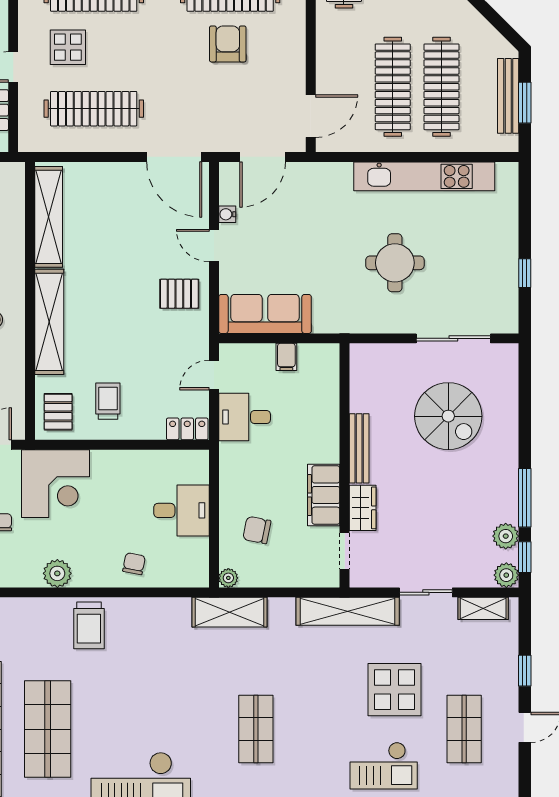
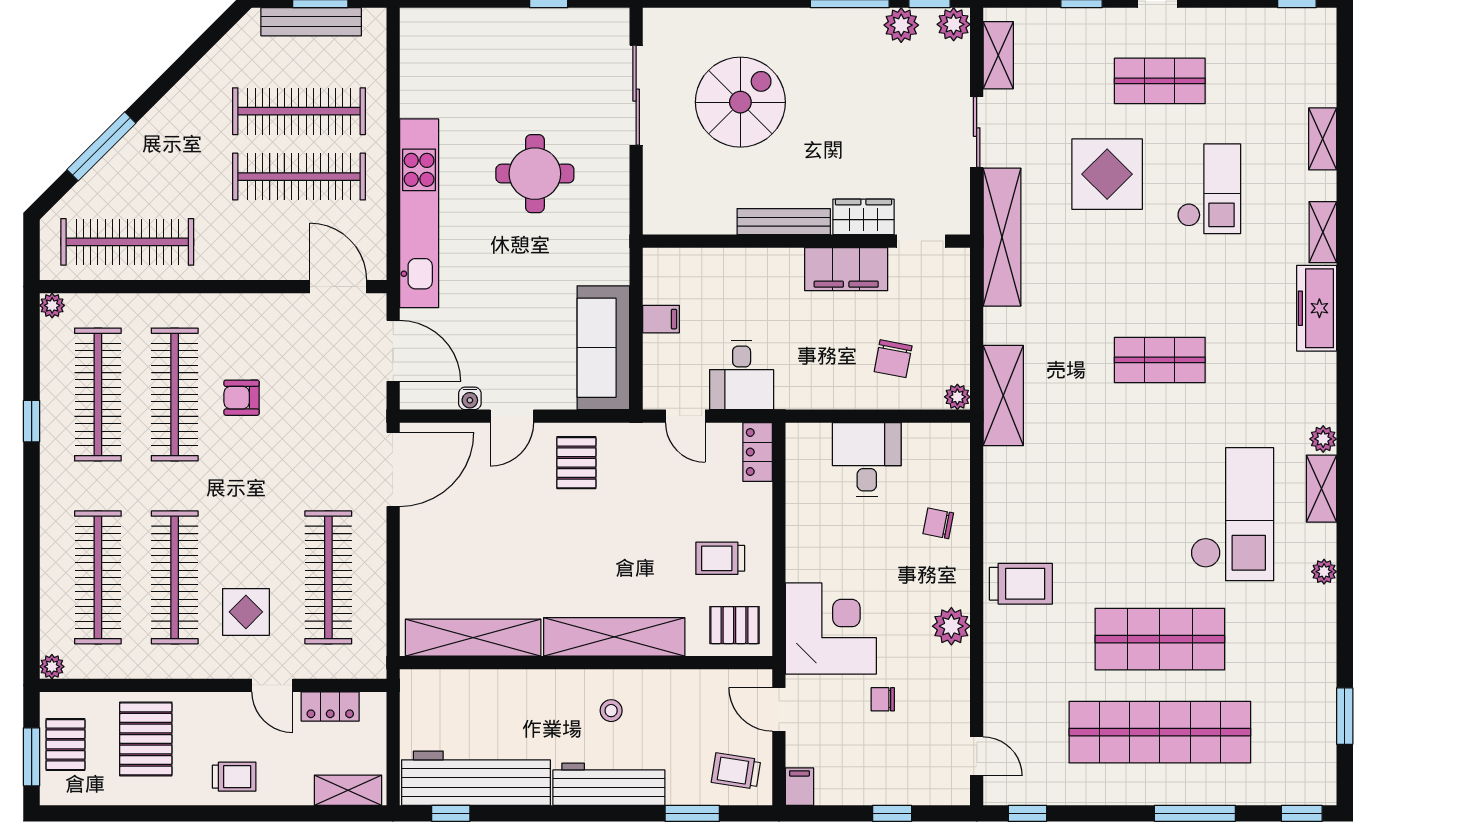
armchair: (228, 44) -> (242, 398), width x0.72, depth x0.72
kitchen unit: (424, 176) -> (419, 213), moved

